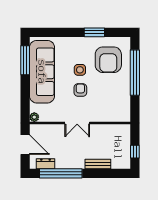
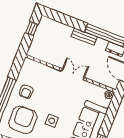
armchair: (80, 90) -> (26, 92), moved
bench: (98, 164) -> (84, 36), moved

